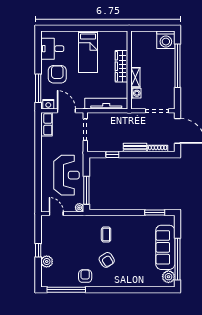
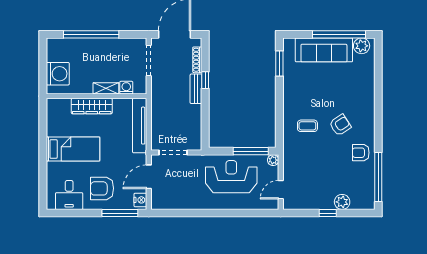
washing machine: (166, 40) -> (58, 74), moved
row of seats: (46, 124) -> (166, 202), removed
window: (112, 155) -> (205, 80), moved

